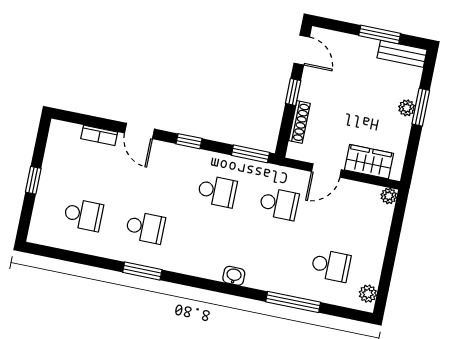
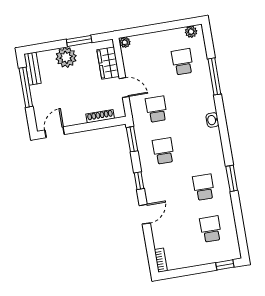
window: (380, 34) -> (26, 87), width x1.44
window: (293, 92) -> (83, 128), removed
window: (421, 107) -> (79, 41), moved
plant: (407, 108) -> (66, 57), width x1.88, depth x1.88
bookcase: (99, 135) -> (161, 260), moved
window: (33, 180) -> (225, 265), moved

